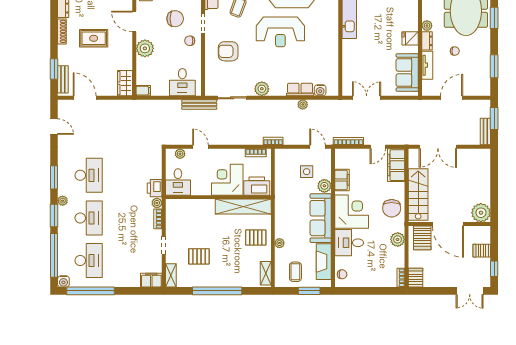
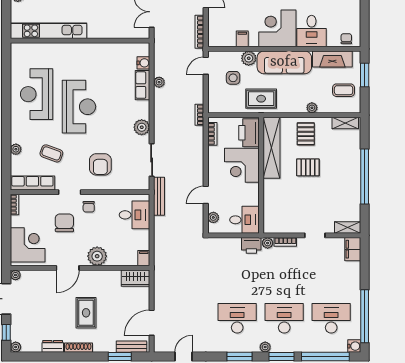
filing cabinet: (342, 180) -> (242, 39), width x0.50
rug: (288, 197) -> (261, 99), added
pallet: (199, 256) -> (308, 167), moved, turned 90

